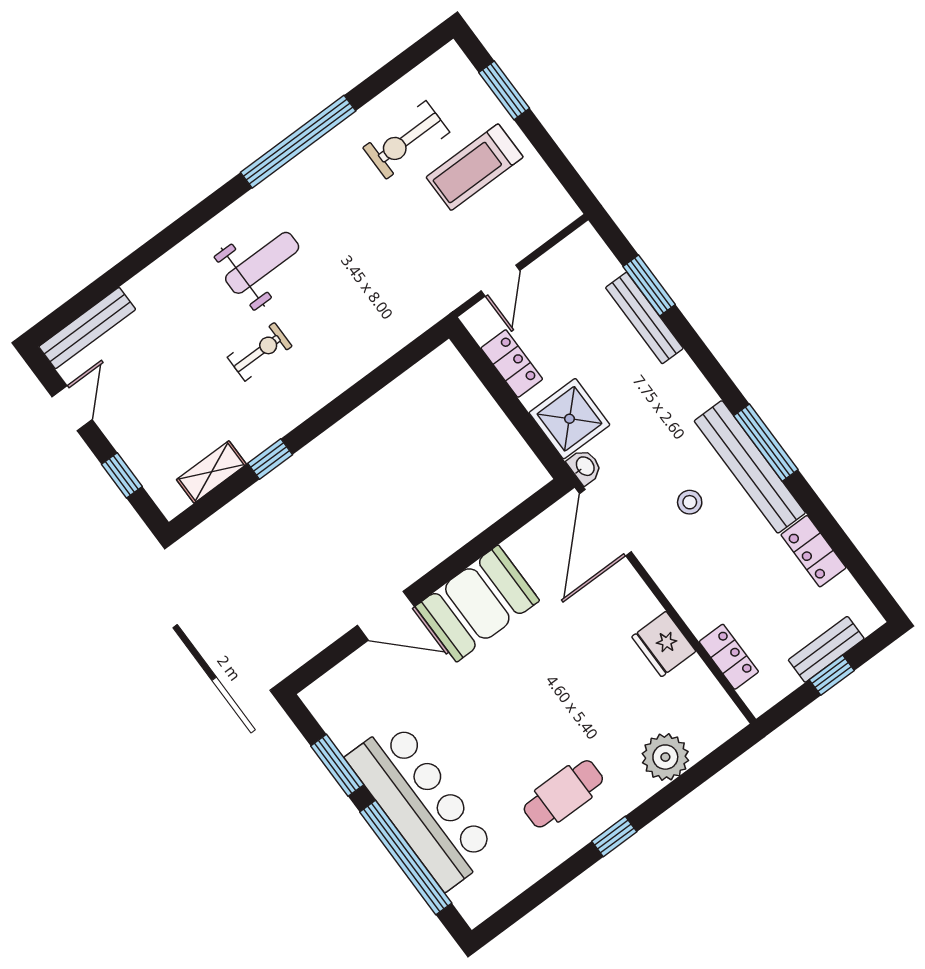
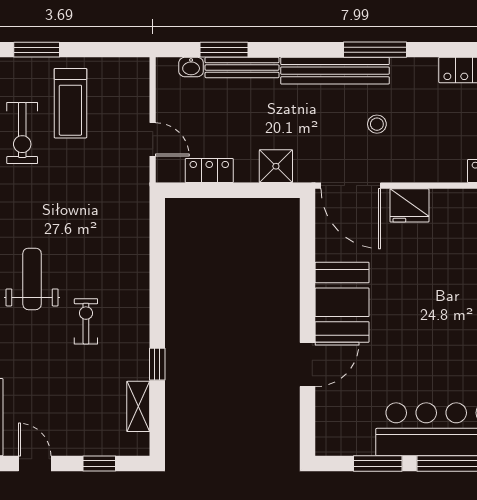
shower: (569, 419) -> (276, 166), width x0.73, depth x0.73
washbasin: (585, 467) -> (191, 67), moved, turned 180
bench: (750, 467) -> (335, 71), moved
fridge: (664, 644) -> (409, 205), moved

